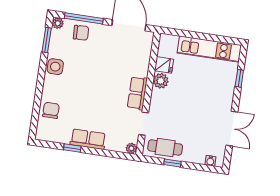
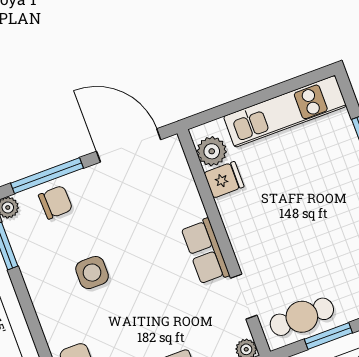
side table: (55, 67) -> (92, 273), moved
plant: (161, 81) -> (212, 151), moved
window: (172, 163) -> (328, 336), width x1.50

